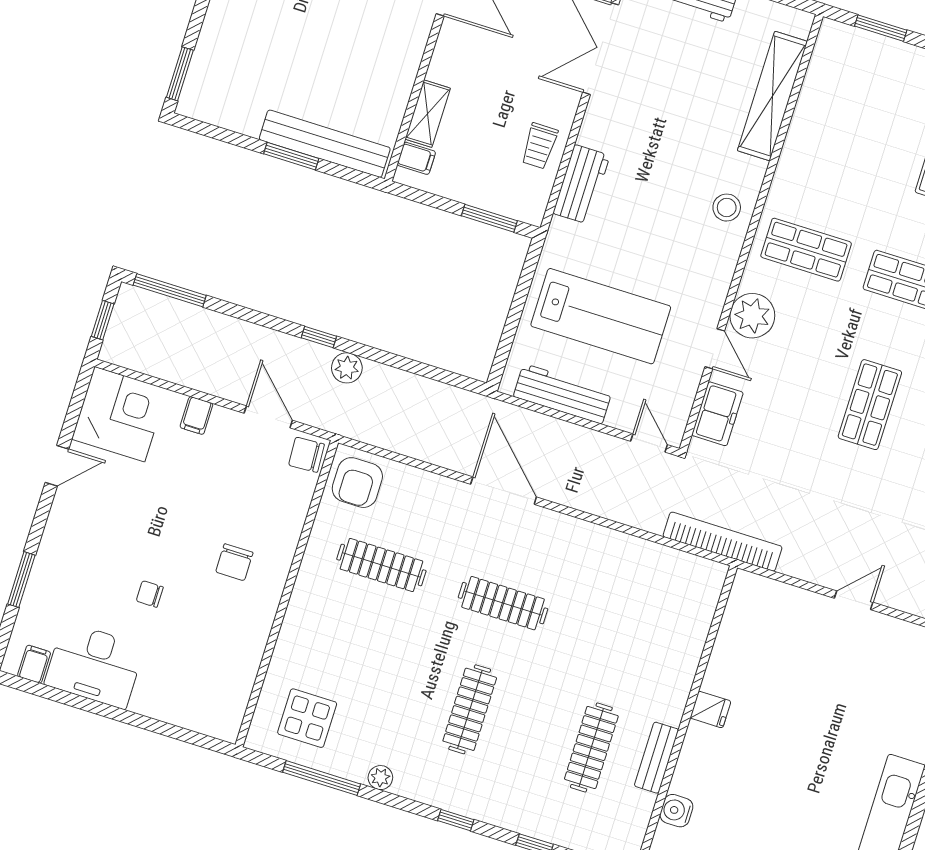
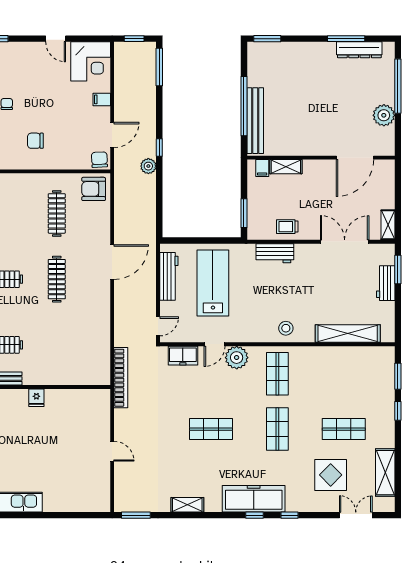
window: (291, 156) -> (244, 106), width x2.11
lab bench: (601, 316) -> (213, 283), turned 180

